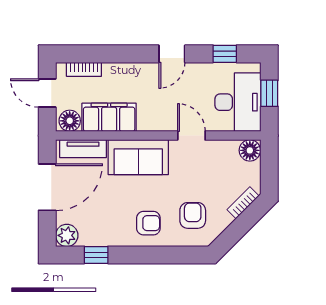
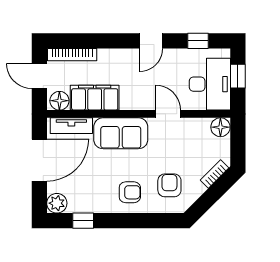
bookcase: (84, 69) -> (72, 55), width x1.56

